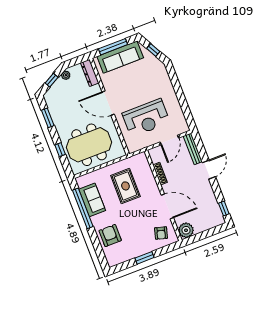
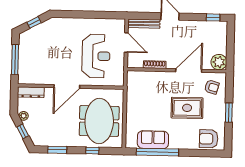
sofa: (120, 57) -> (28, 57), removed
rug: (125, 186) -> (187, 108), moved
armchair: (110, 236) -> (209, 139), moved

